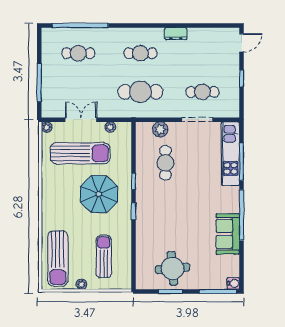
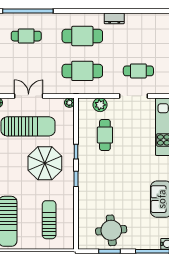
cafe table: (140, 53) -> (82, 36), width x1.37, depth x1.35
plant: (110, 127) -> (69, 103), moved
plant: (81, 284) -> (29, 245), removed

